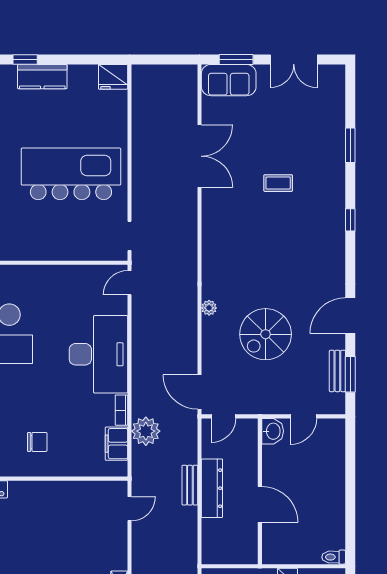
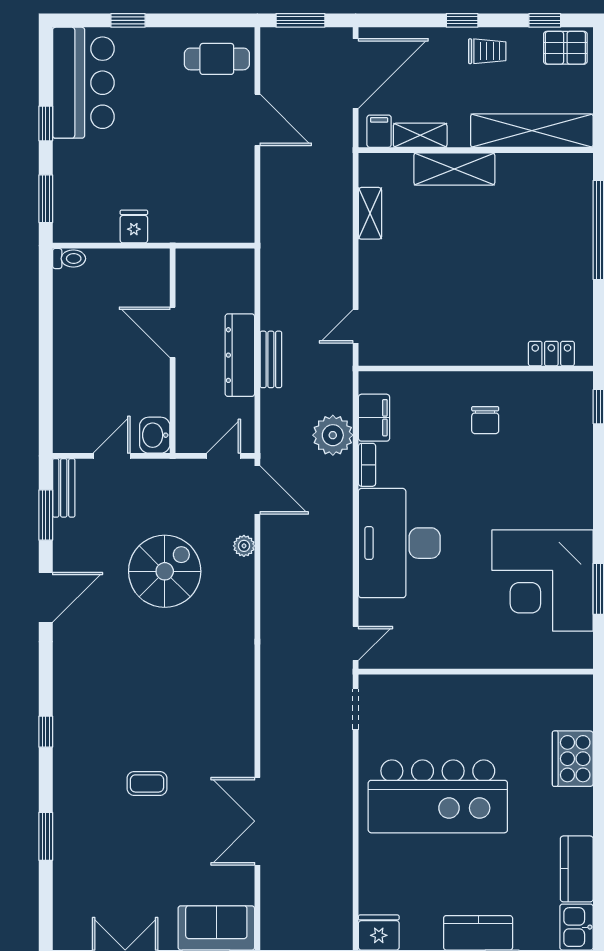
plant: (209, 308) -> (244, 546), moved
bench: (337, 371) -> (64, 488), moved
chair: (37, 442) -> (485, 420), turned -90

